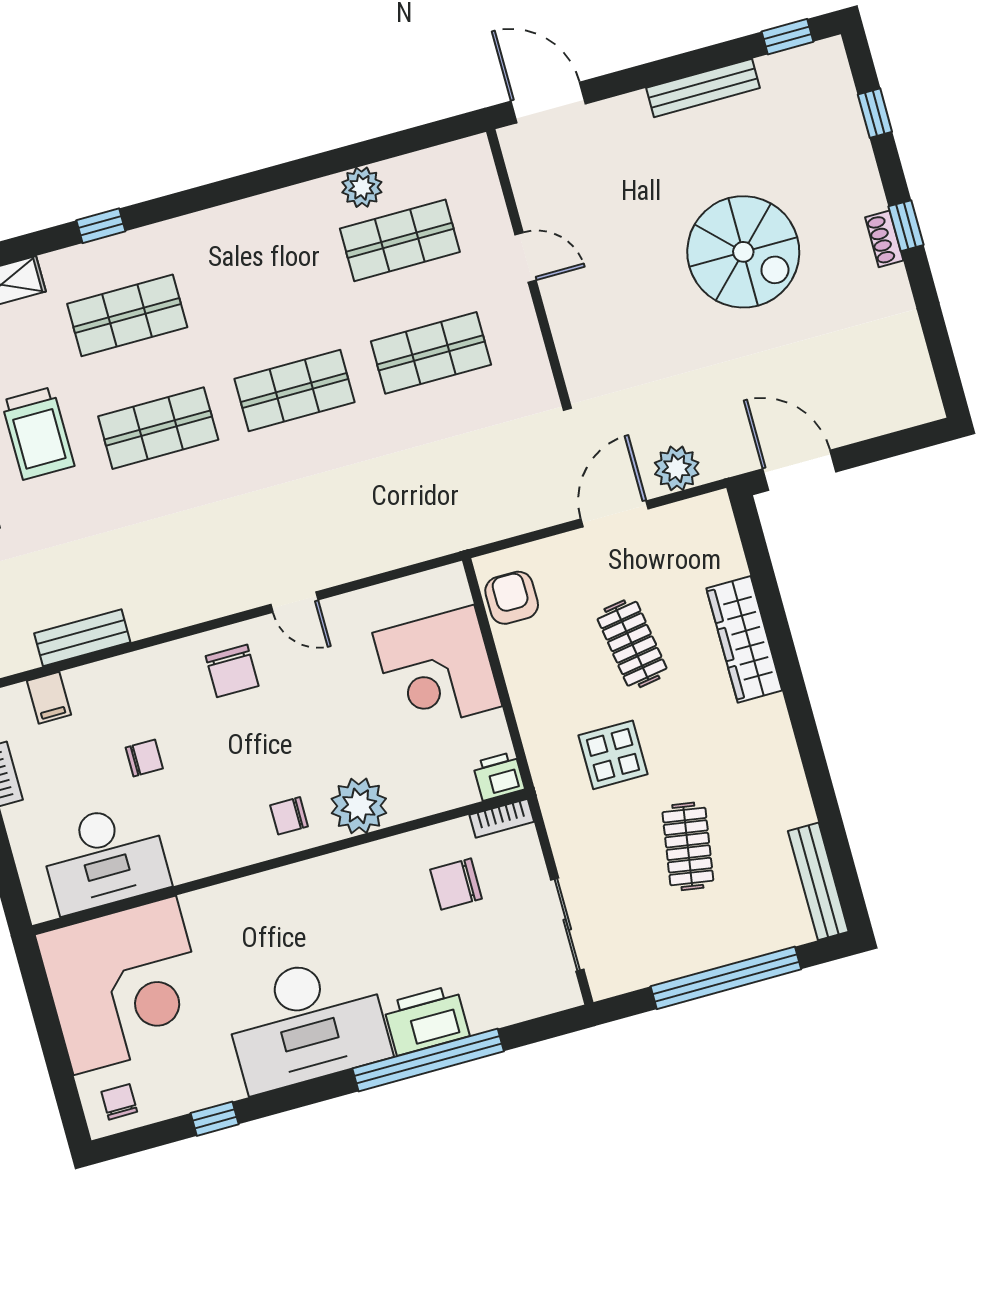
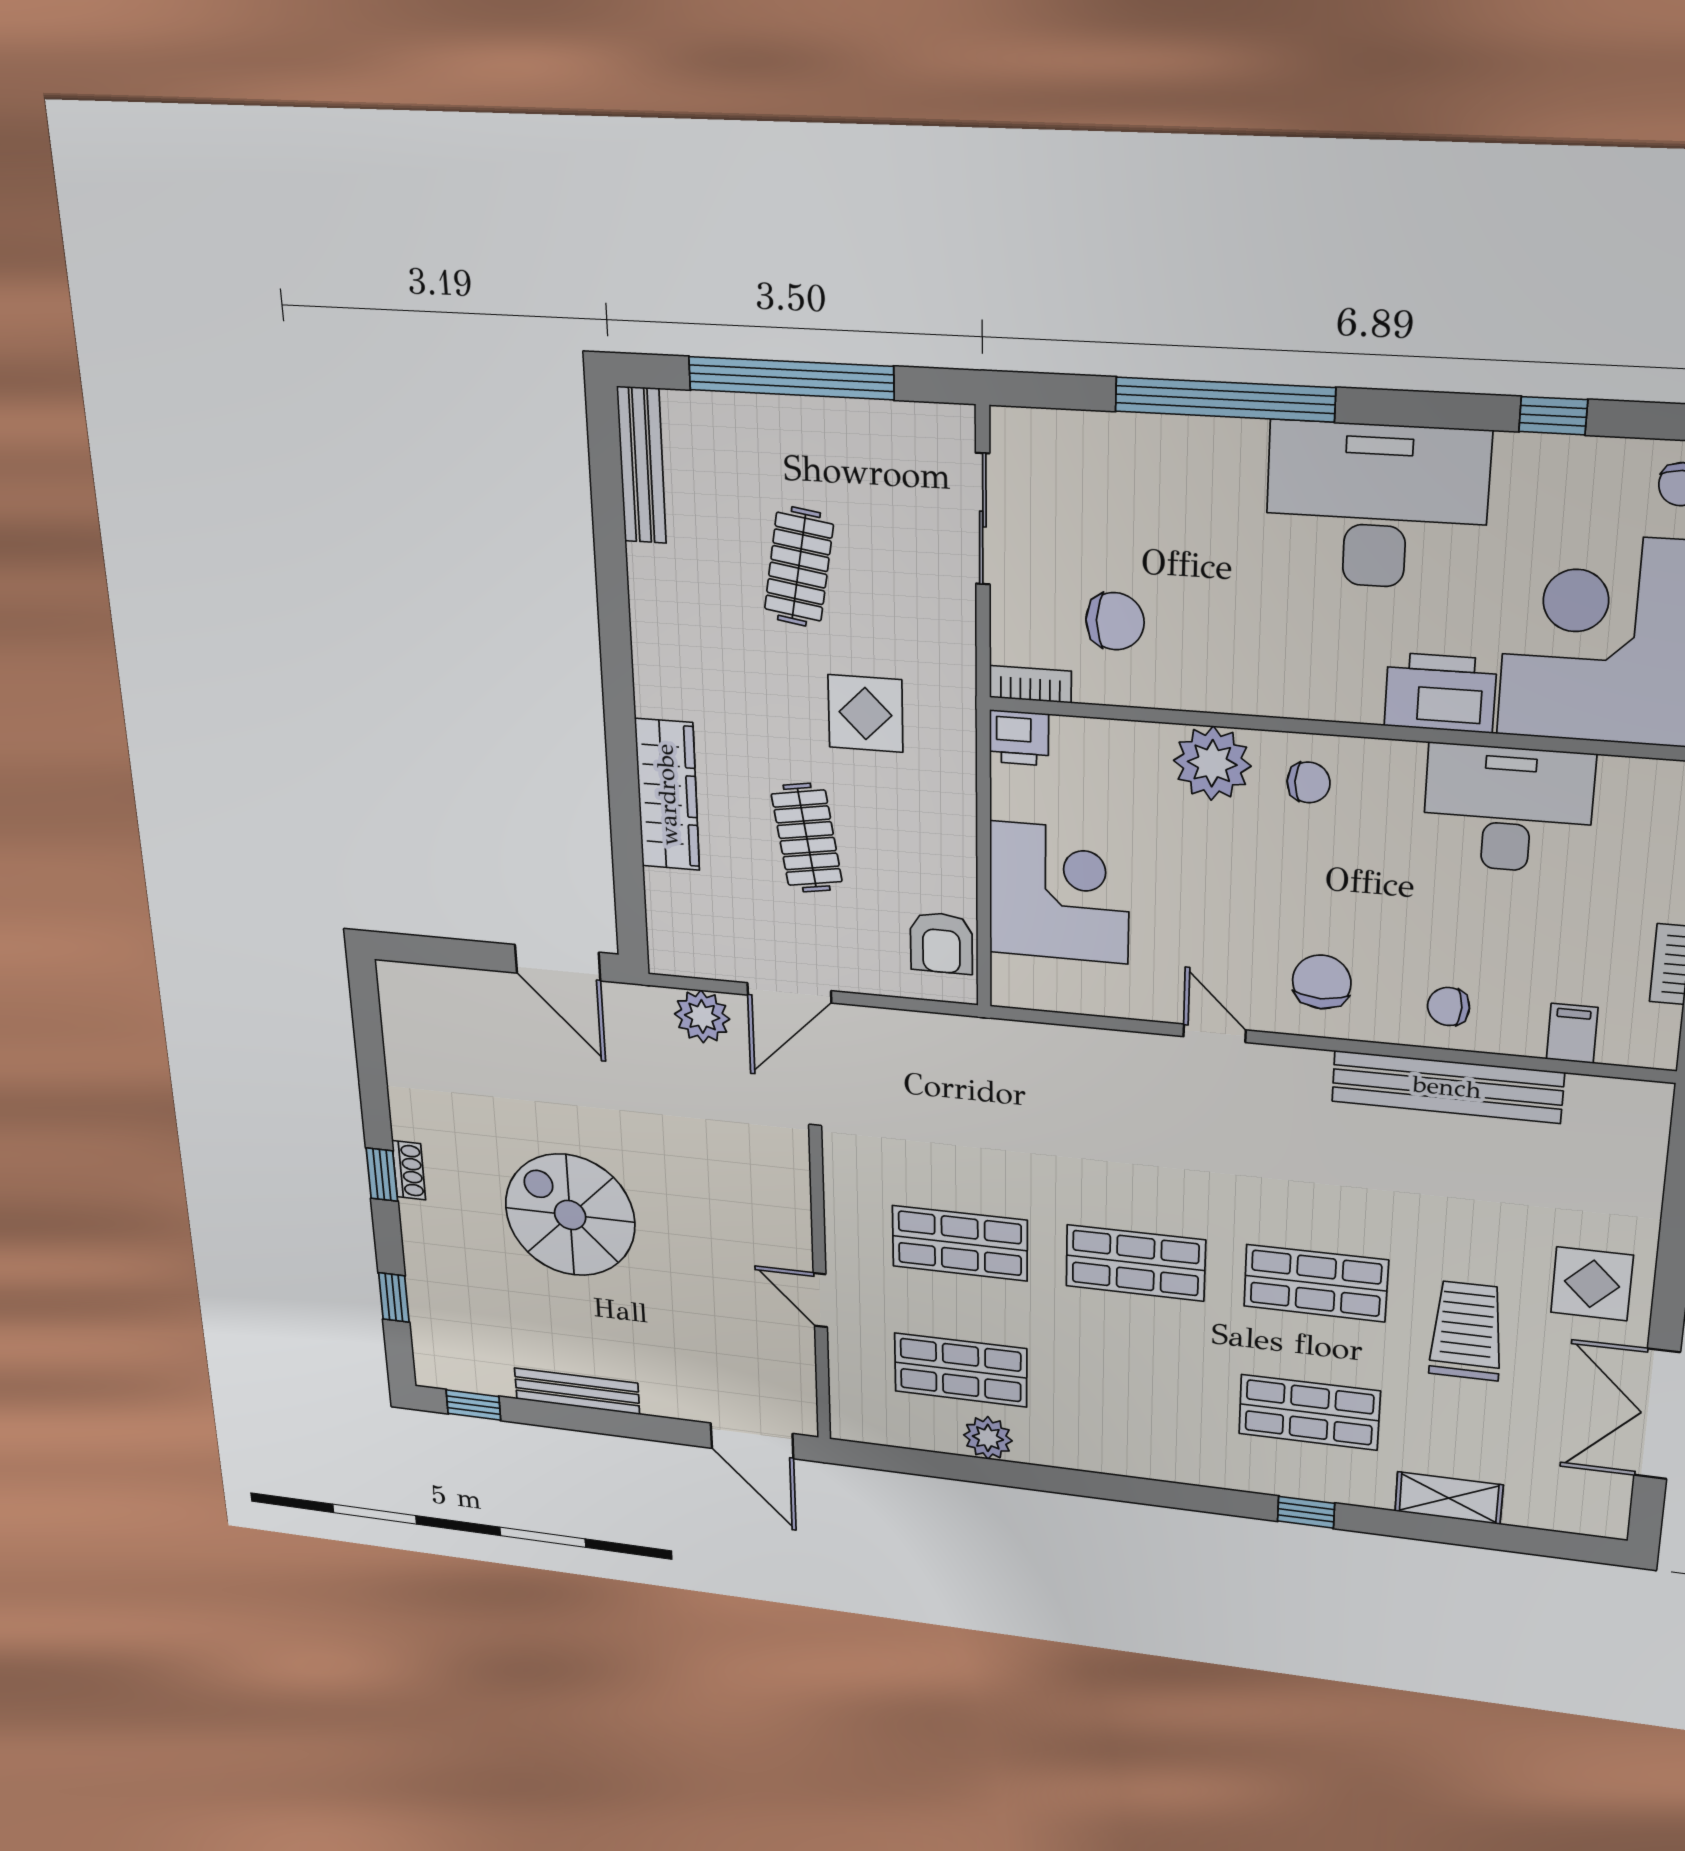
bench: (82, 638) -> (1447, 1087), width x1.86, depth x1.21
chair: (144, 758) -> (1449, 1007), moved
desk: (104, 858) -> (1508, 809), moved
printer: (426, 1020) -> (1440, 693), moved, turned 180

